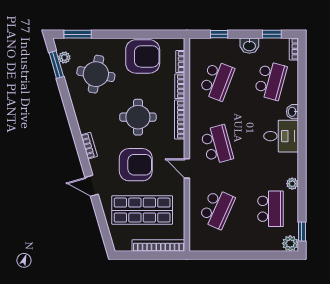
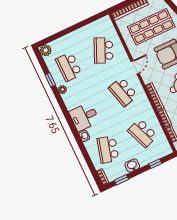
school desk: (217, 80) -> (143, 133), turned -42
door: (187, 168) -> (135, 67), hinge flipped
window: (302, 232) -> (50, 80), moved

